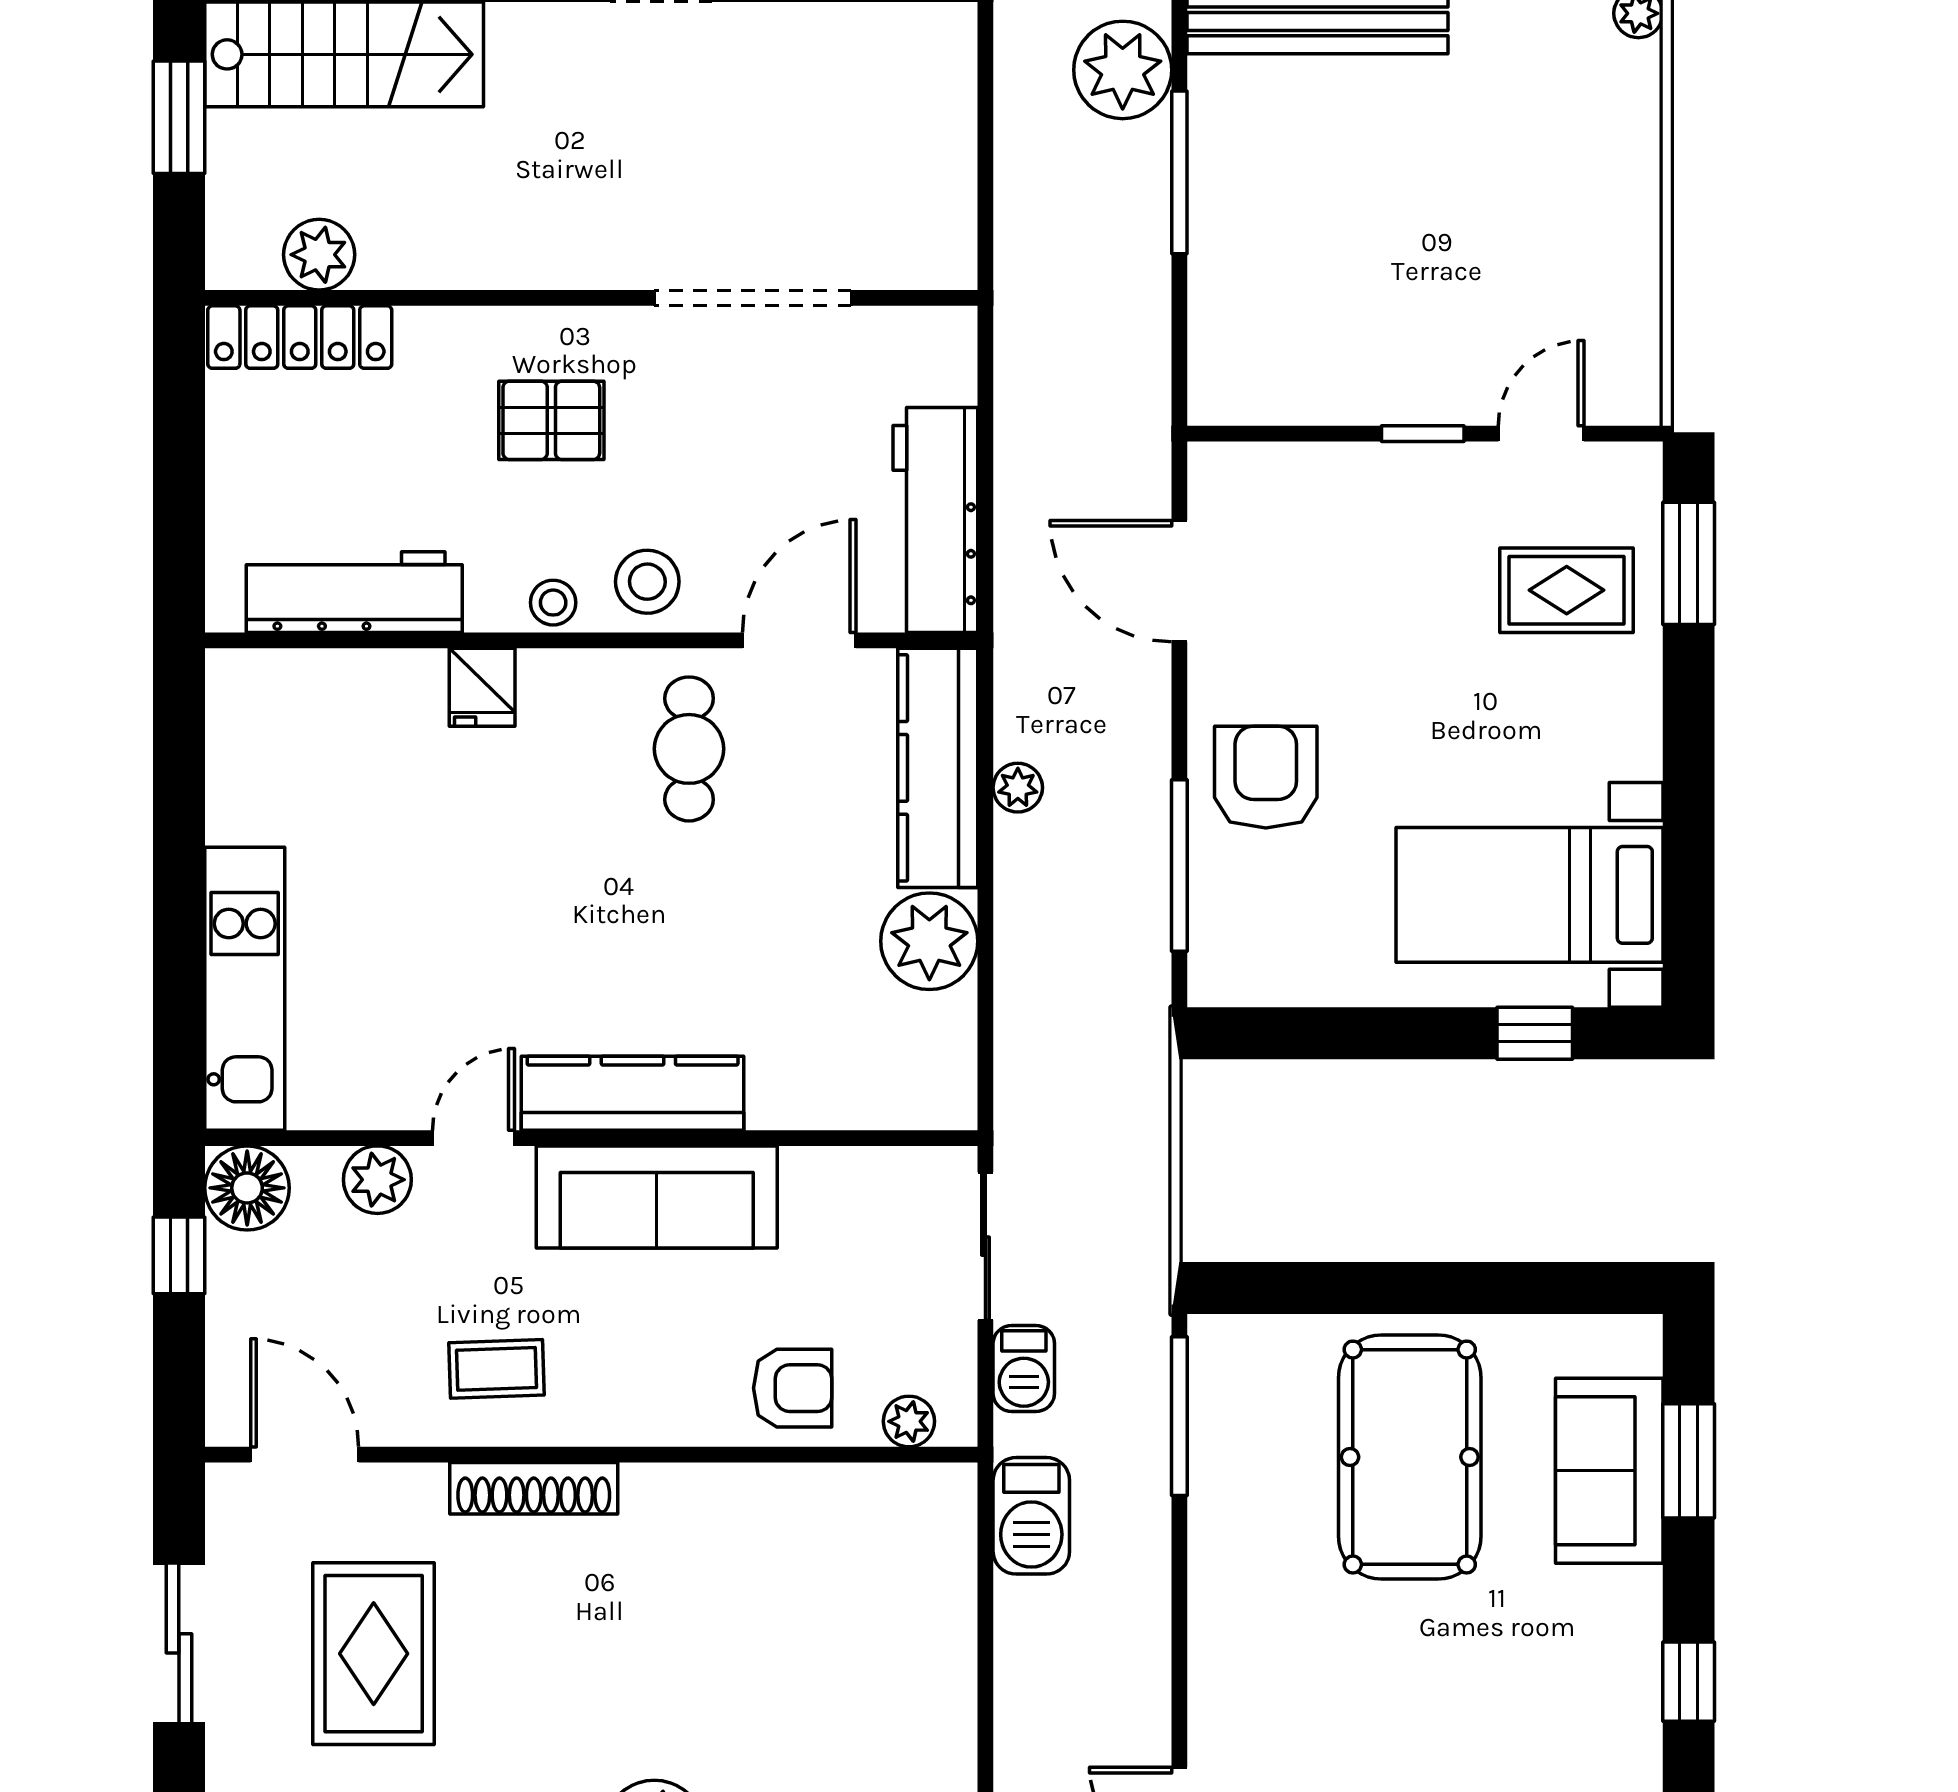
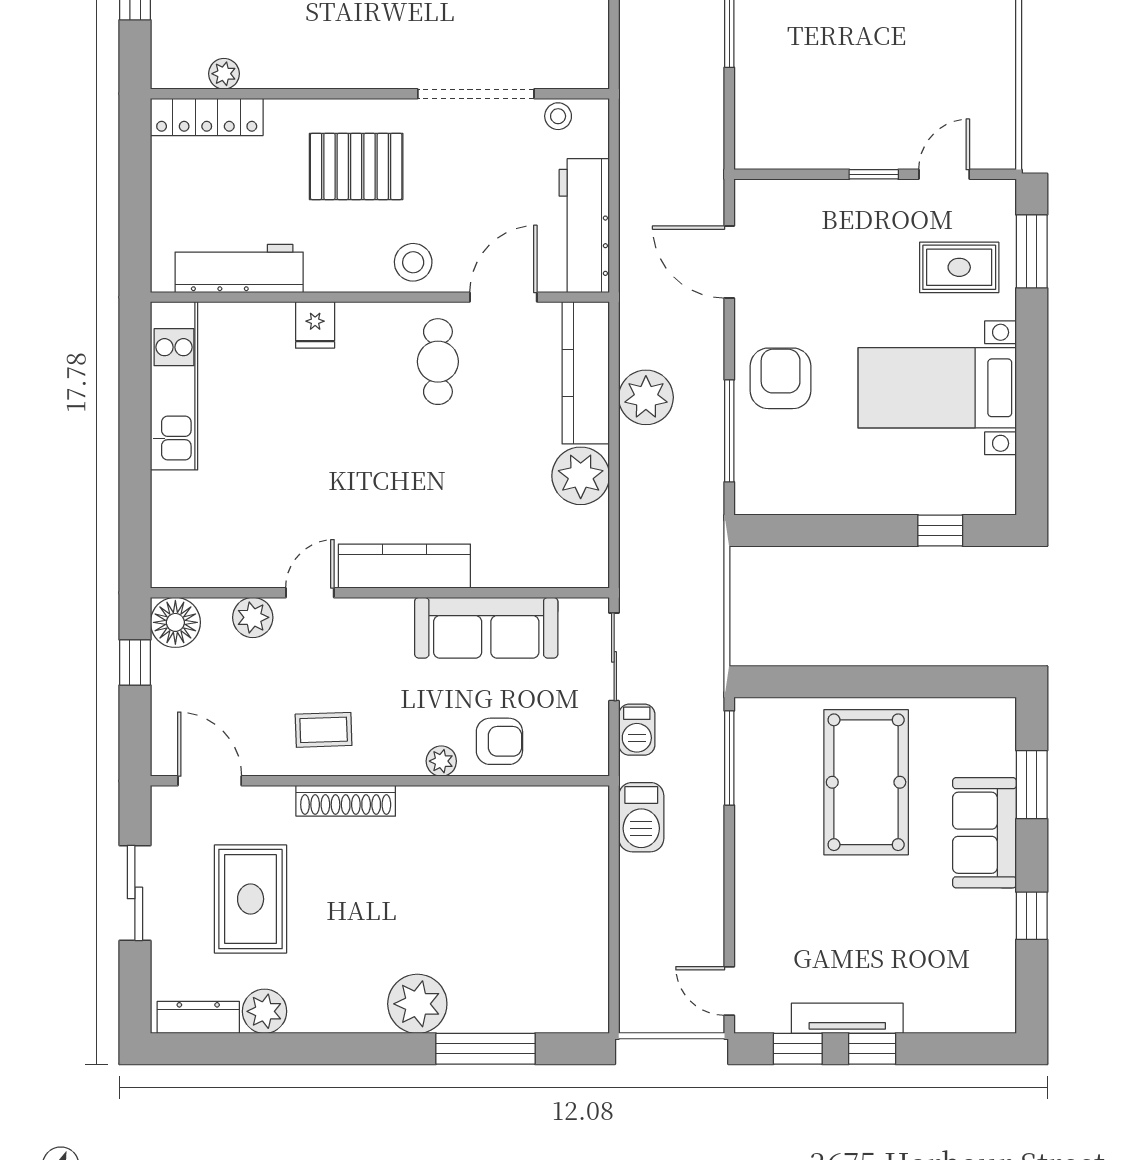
plant: (319, 255) -> (224, 74), width x0.73, depth x0.73
pallet: (551, 420) -> (356, 166), width x1.50, depth x1.42
stool: (553, 603) -> (558, 116), moved
plant: (1018, 788) -> (646, 397), width x1.88, depth x1.88
bed with nightstands: (1529, 895) -> (937, 388), moved
kitchen unit: (245, 989) -> (174, 386), moved
sofa: (657, 1197) -> (486, 628), moved
plant: (909, 1421) -> (441, 761), moved
sofa: (1609, 1471) -> (985, 833), moved

